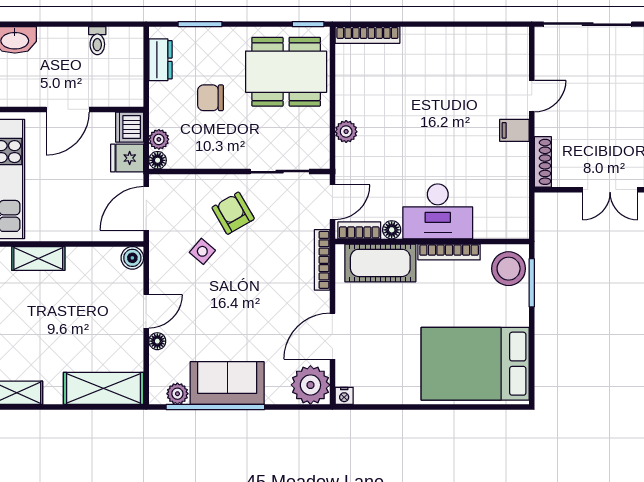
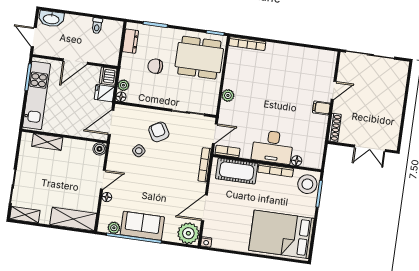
floor lamp: (392, 230) -> (297, 161), moved

